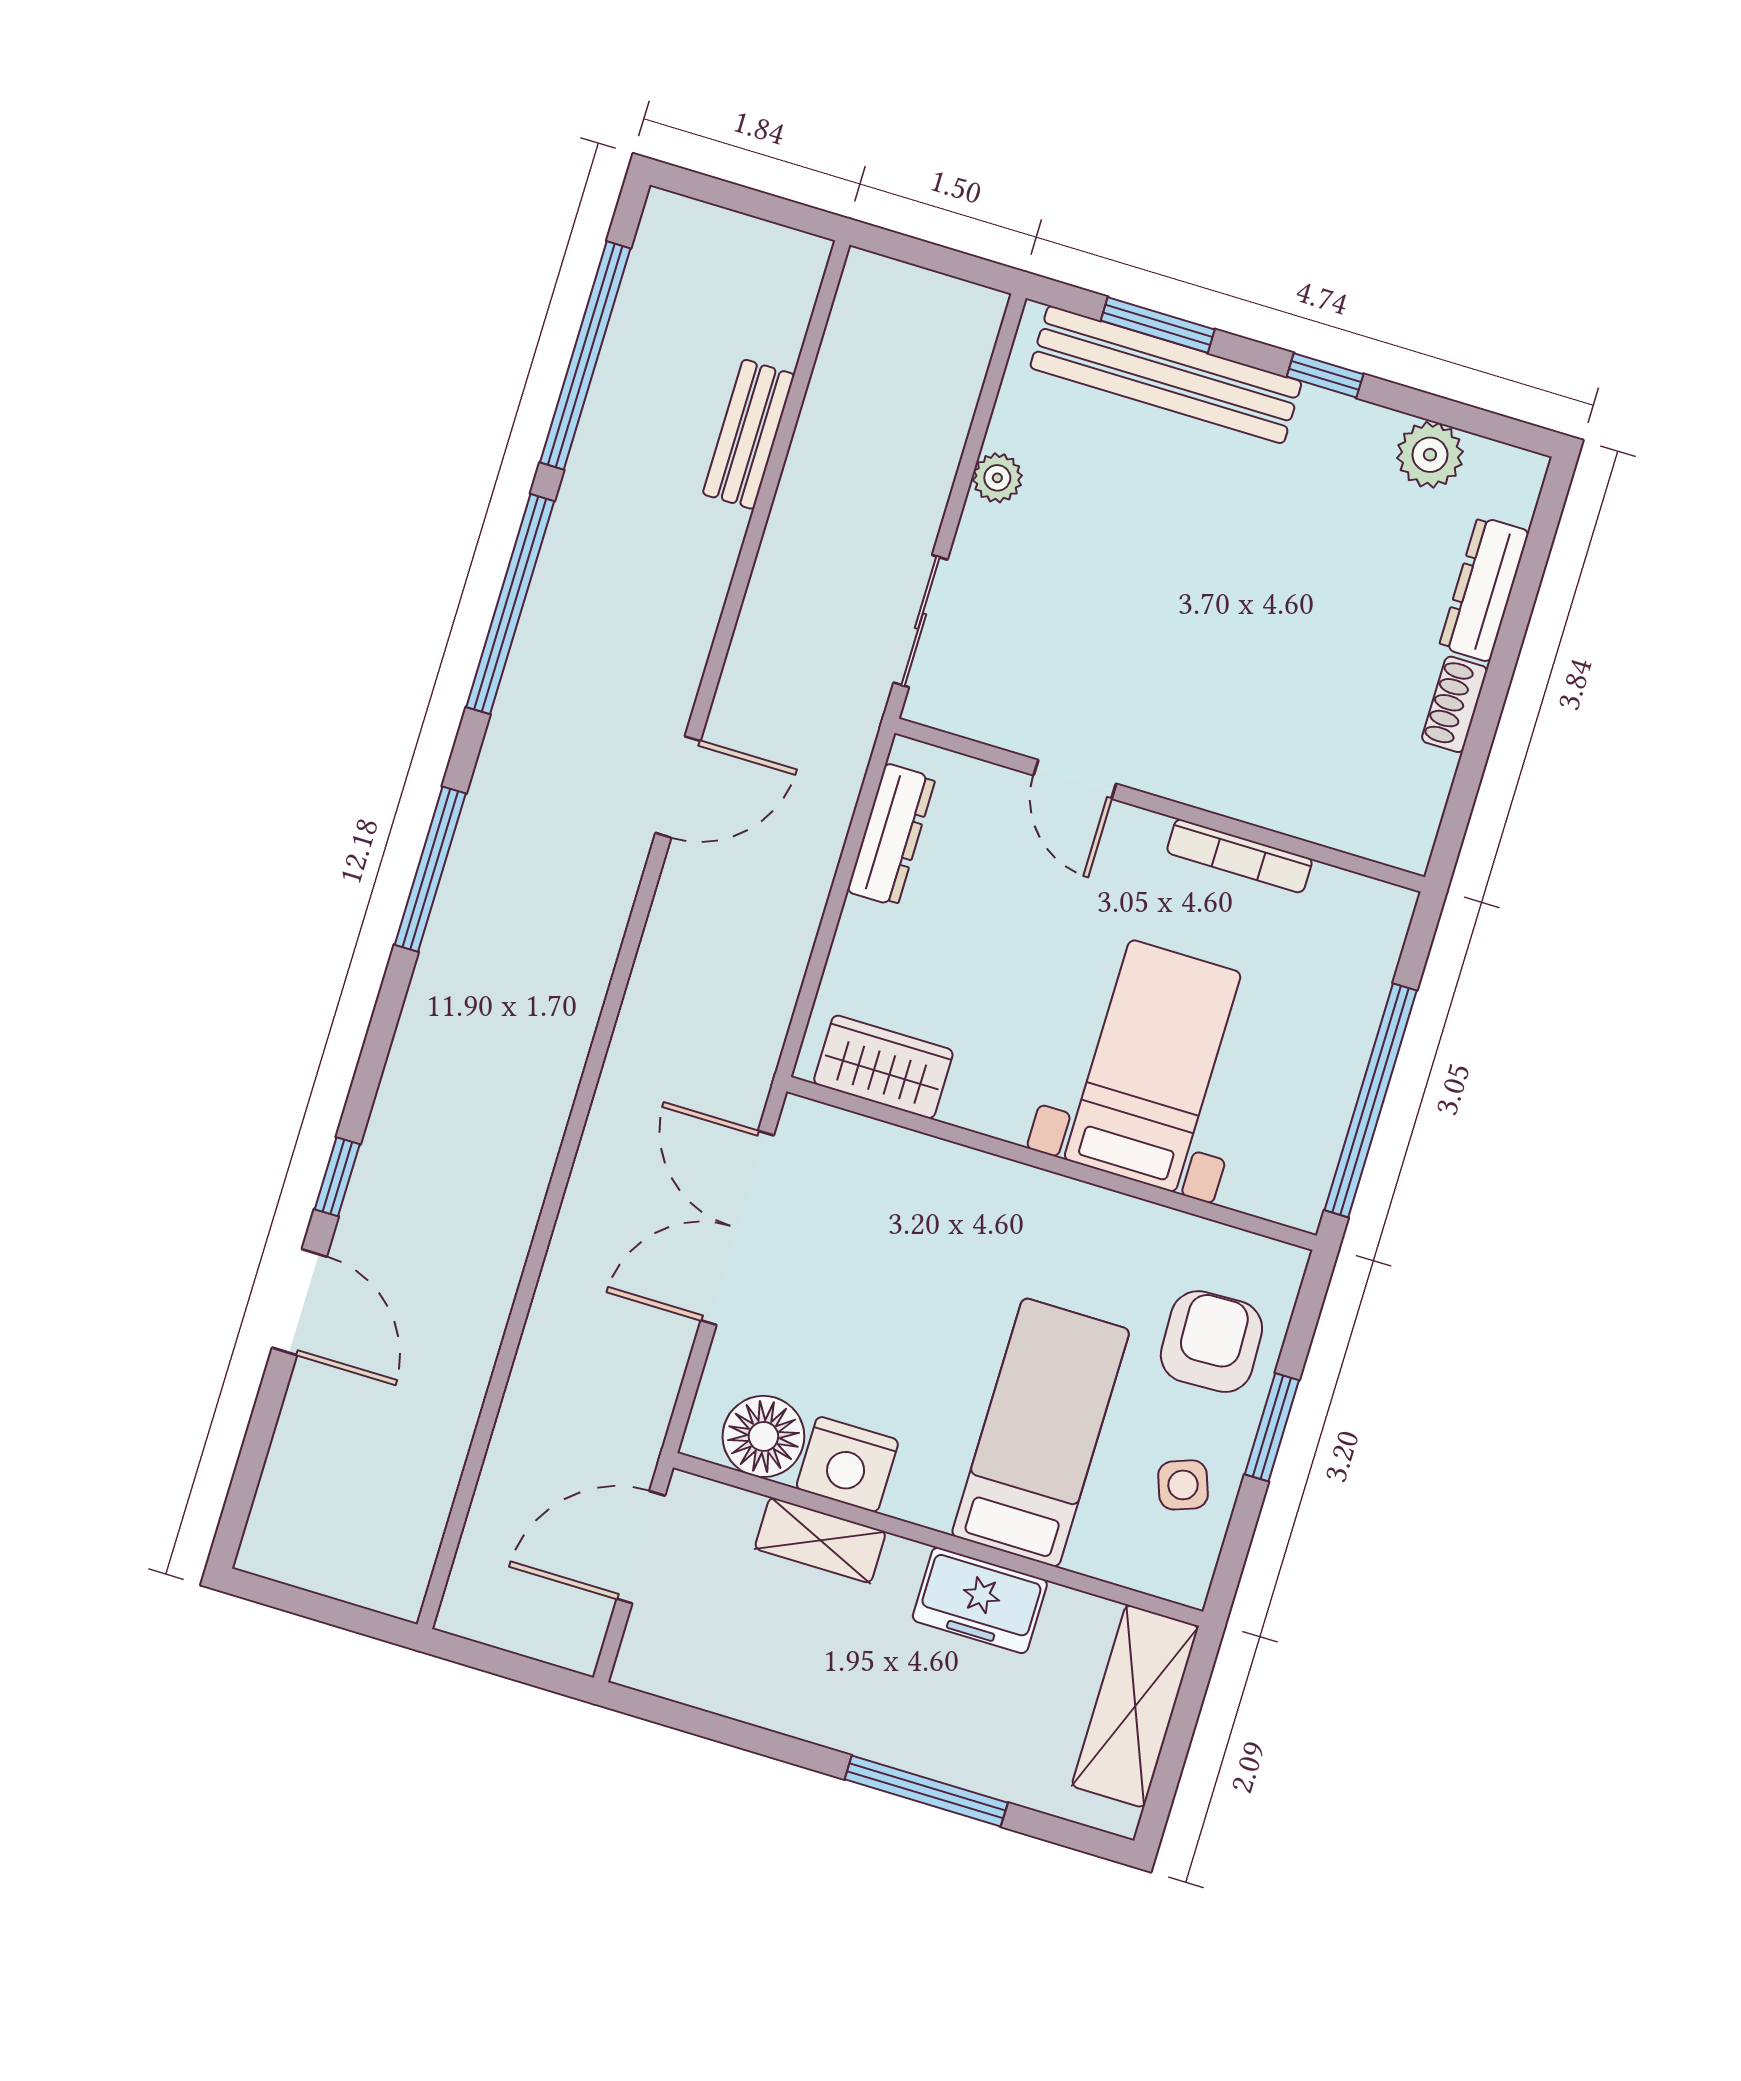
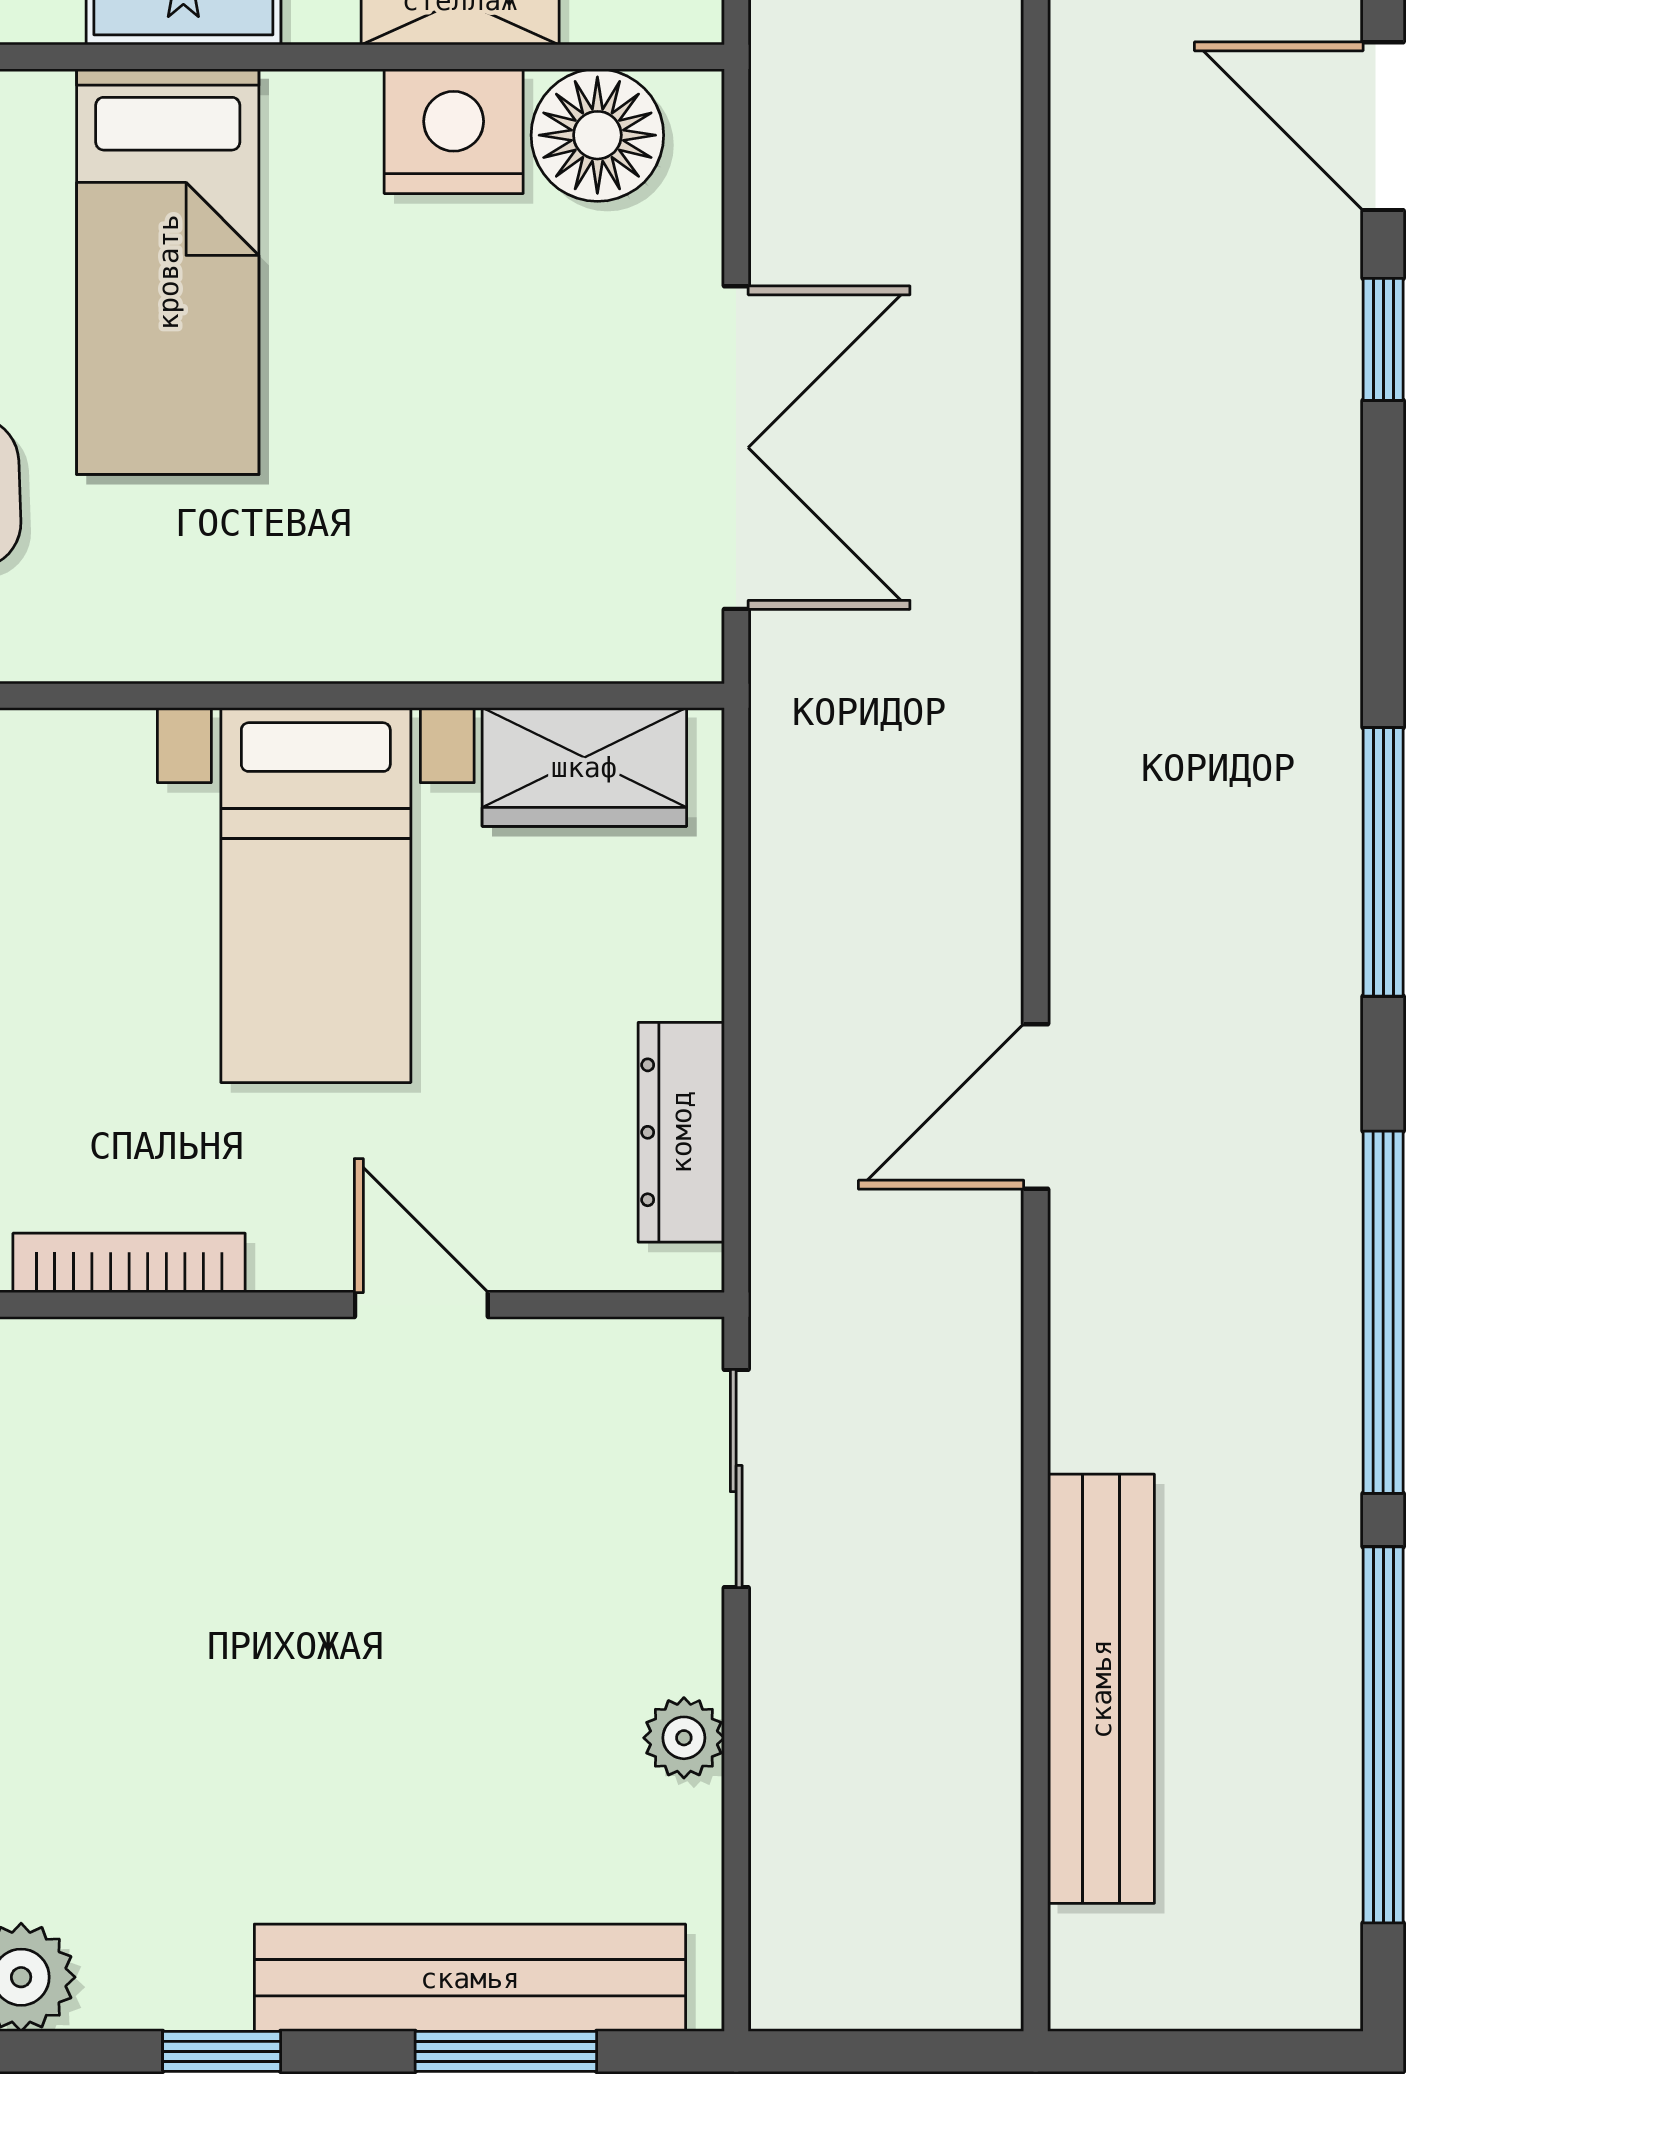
bench: (749, 434) -> (1101, 1689), width x1.86, depth x1.21
bed with nightstands: (1153, 1066) -> (316, 895), moved

